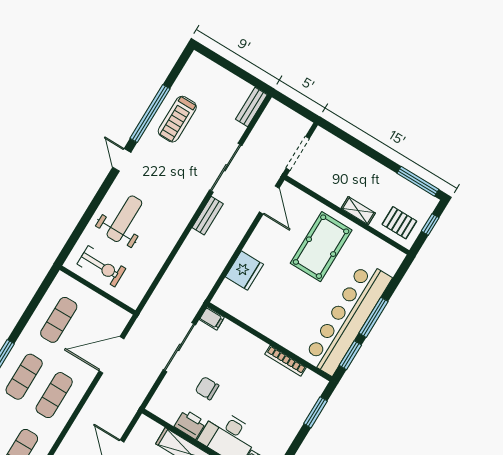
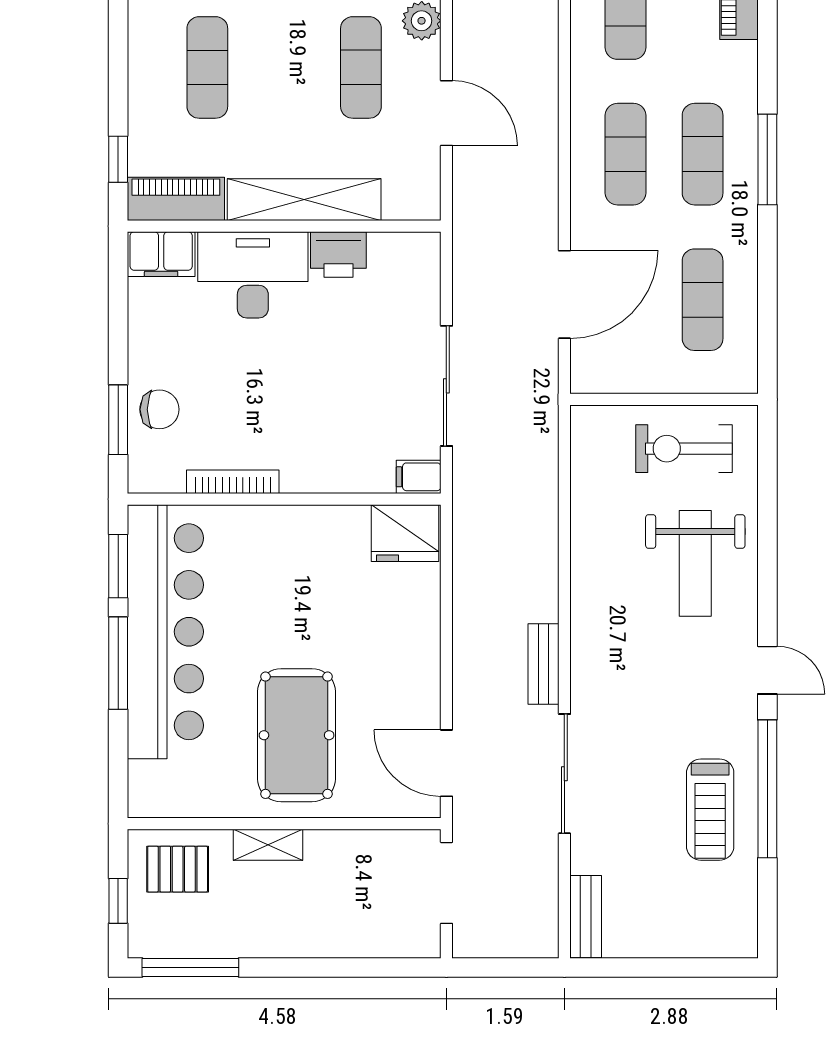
treadmill: (177, 119) -> (710, 810), turned 180
fridge: (244, 271) -> (405, 533), moved, turned -90
chair: (207, 388) -> (159, 409), moved

